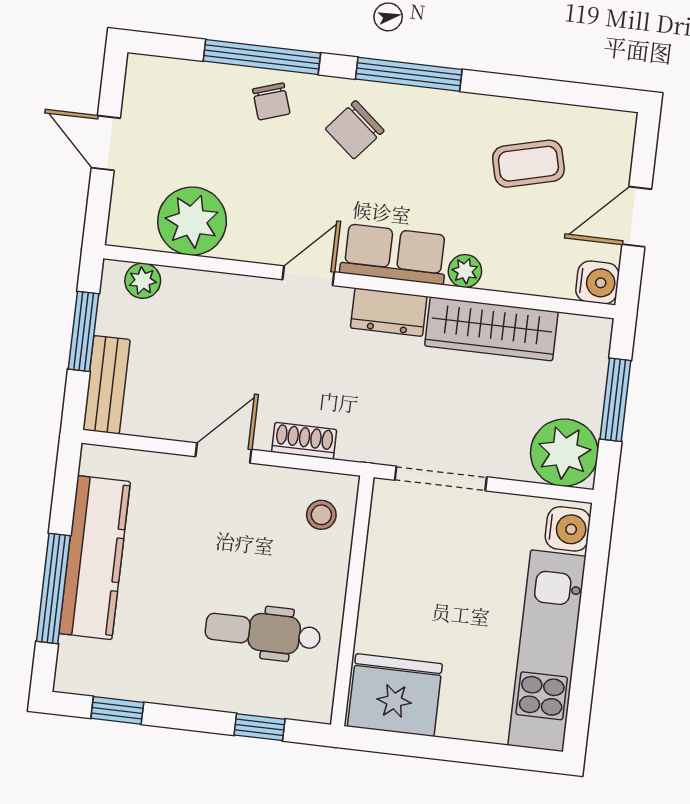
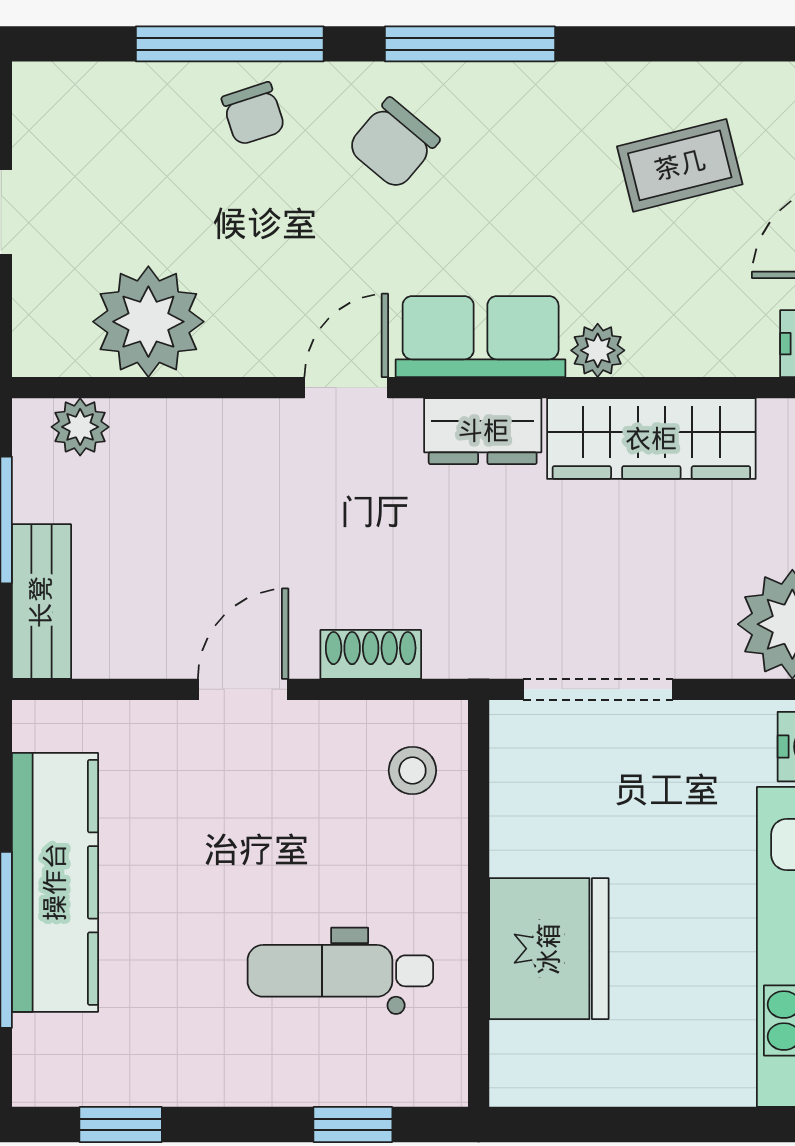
fridge: (395, 695) -> (549, 949), moved, turned 90

